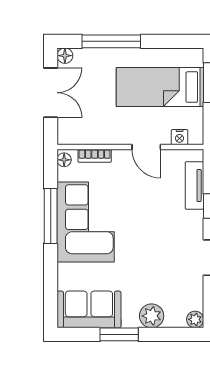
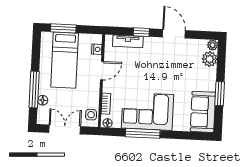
floor lamp: (65, 56) -> (43, 100), moved
side table: (76, 133) -> (91, 115), added
plant: (152, 316) -> (210, 59), moved

